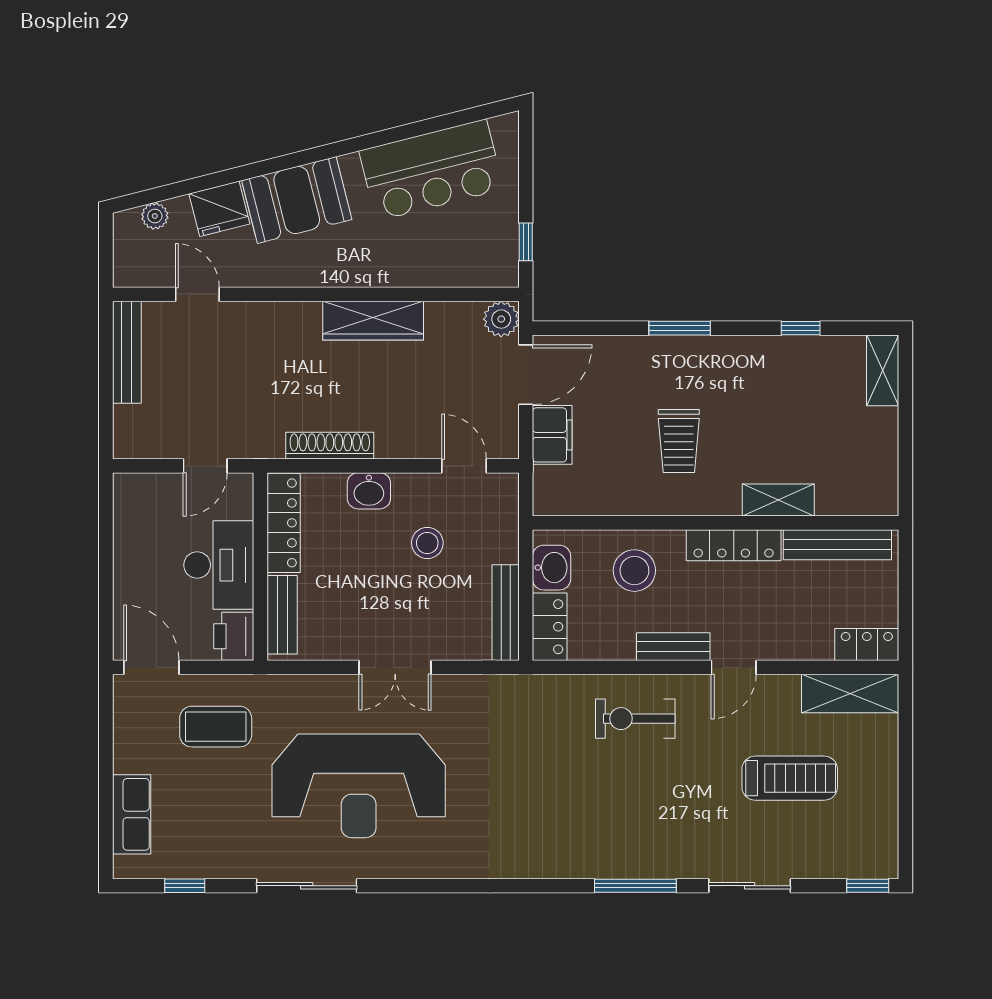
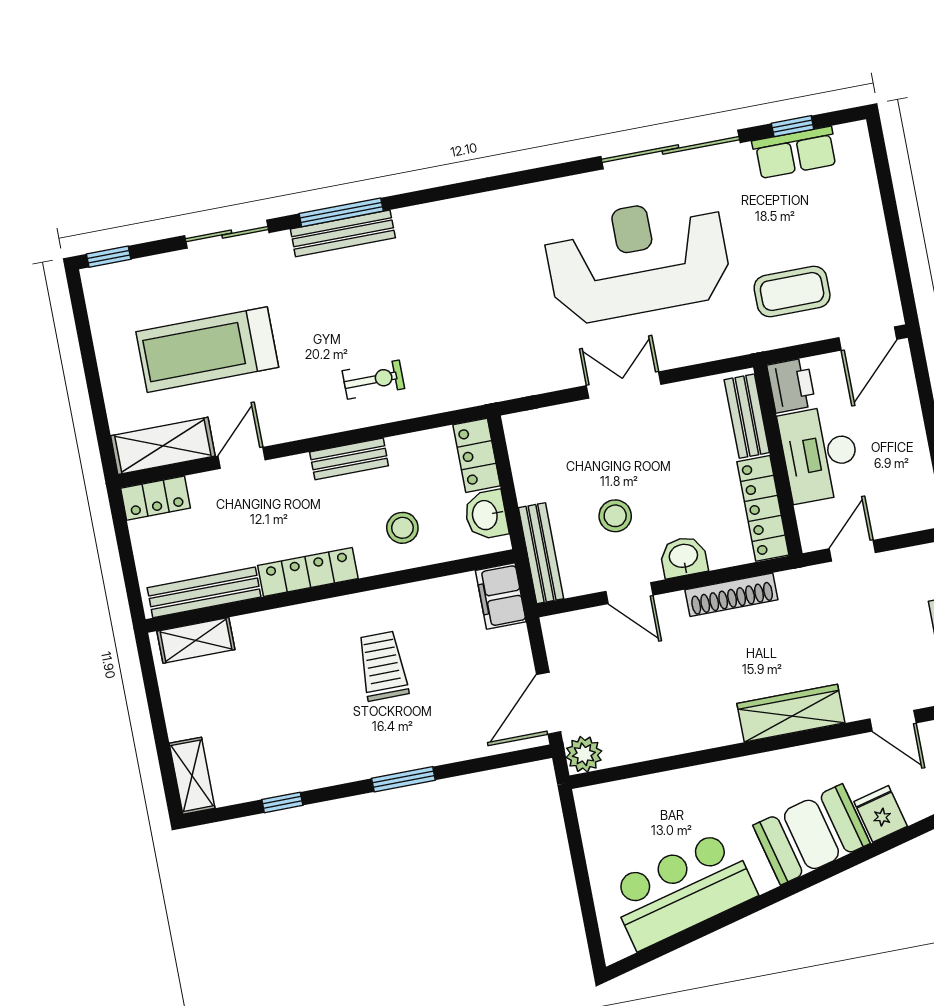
fridge: (219, 209) -> (881, 814), width x0.72
window: (526, 242) -> (574, 836), removed
wardrobe: (373, 321) -> (791, 713), moved
filing cabinet: (552, 435) -> (501, 596), moved
door: (464, 466) -> (629, 593), moved
shelving: (778, 500) -> (196, 640), moved
stool: (634, 571) -> (402, 528), width x0.73, depth x0.73
bench: (506, 613) -> (541, 553), moved
door: (151, 667) -> (868, 339), hinge flipped
door: (734, 667) -> (242, 458), moved
exercise bike: (635, 719) -> (373, 380), width x0.73, depth x0.72
treadmill: (790, 778) -> (207, 350), width x1.37, depth x1.38
row of seats: (132, 814) -> (795, 152), moved, turned -90
bench: (638, 865) -> (343, 233), added
sliding door: (307, 886) -> (670, 149), width x1.36

